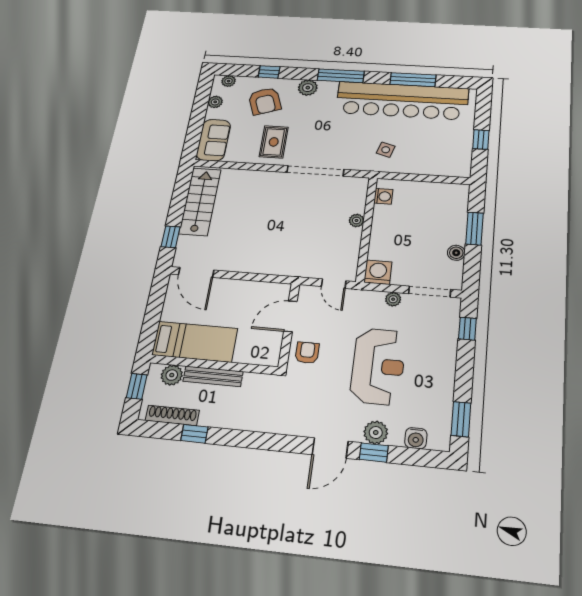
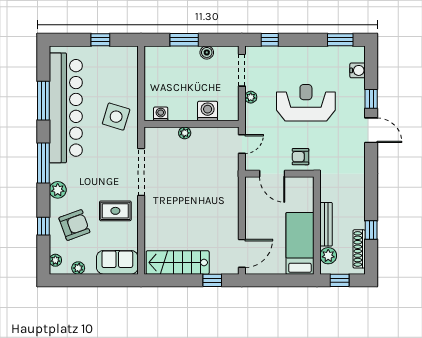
side table: (386, 150) -> (116, 117), width x1.87, depth x1.87
washing machine: (378, 272) -> (208, 111), moved, turned 90
plant: (376, 433) -> (356, 99), removed

